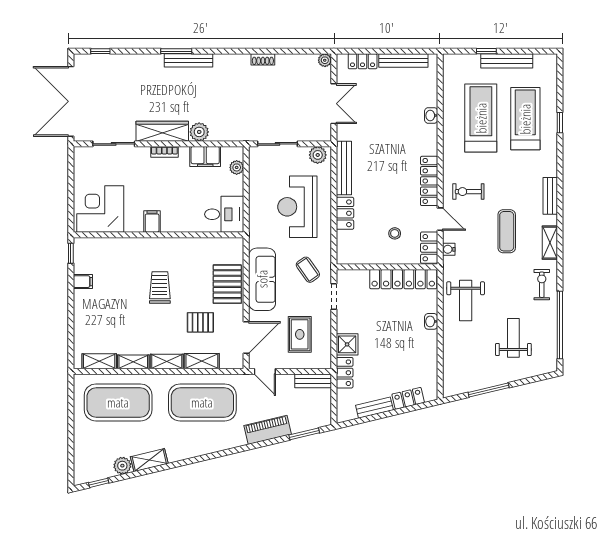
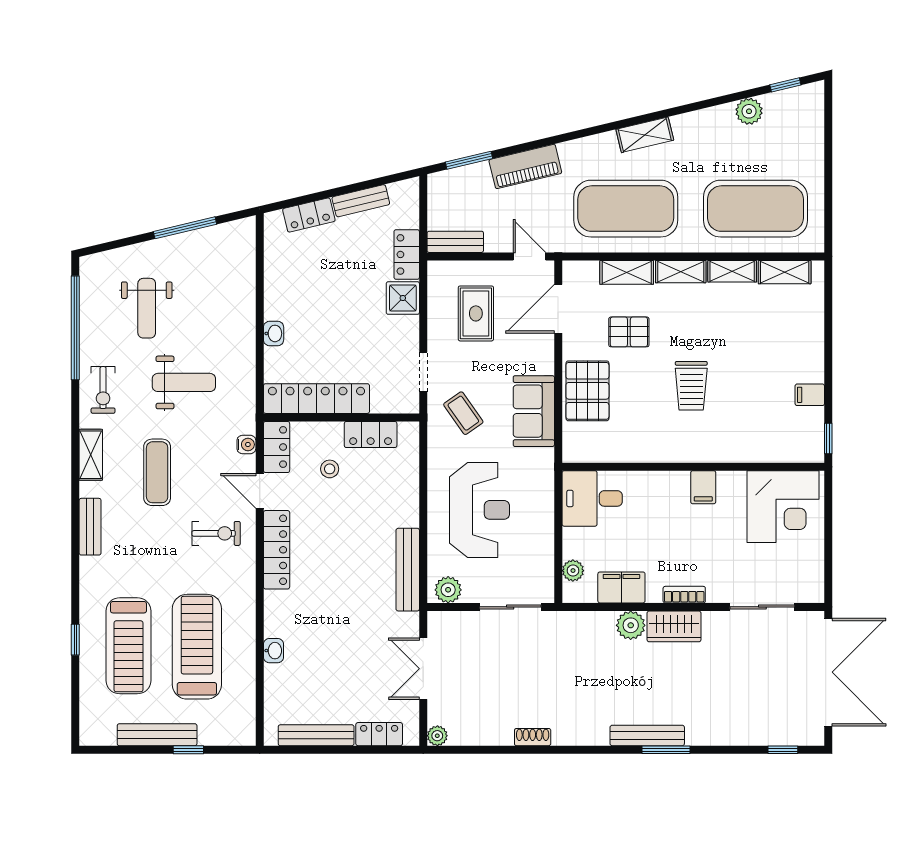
treadmill: (481, 118) -> (197, 647), turned 180
wardrobe: (162, 131) -> (674, 626), width x0.67
locker: (345, 213) -> (371, 435), moved, turned -90
sofa: (262, 279) -> (534, 411), width x0.73
weight bench: (466, 301) -> (184, 382), moved, turned 90
shelving: (149, 460) -> (645, 135), moved

